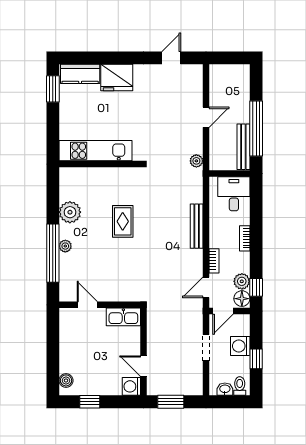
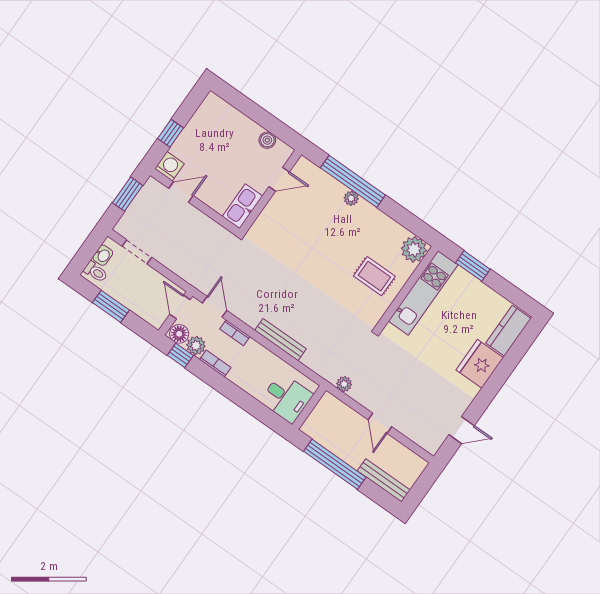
door: (171, 58) -> (462, 430), hinge flipped
window: (53, 89) -> (473, 266), moved
bench: (243, 147) -> (384, 480), moved
plant: (70, 212) -> (414, 249), moved
rug: (123, 221) -> (374, 276), moved
bookcase: (245, 238) -> (215, 364), moved
washing machine: (240, 346) -> (134, 300), removed
doorway: (206, 348) -> (137, 252), moved
window: (256, 359) -> (111, 306), width x1.50
boiler: (66, 380) -> (267, 140), moved
window: (90, 402) -> (170, 133), moved

